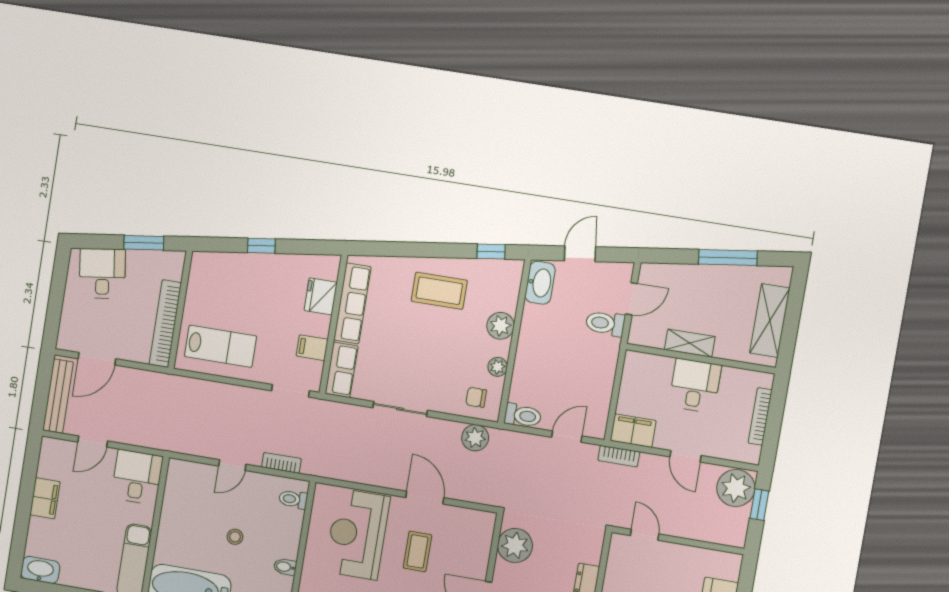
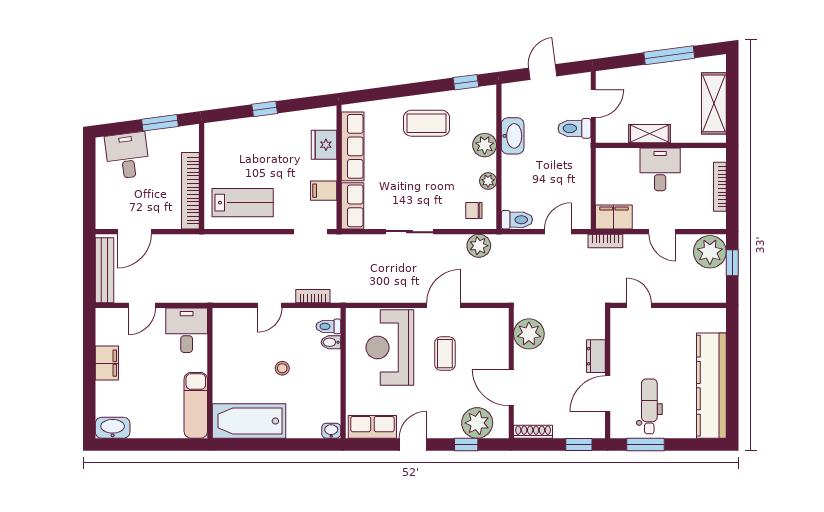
washbasin: (540, 283) -> (513, 136), moved
door: (425, 498) -> (444, 305), hinge flipped
bidet: (285, 567) -> (331, 342), moved

